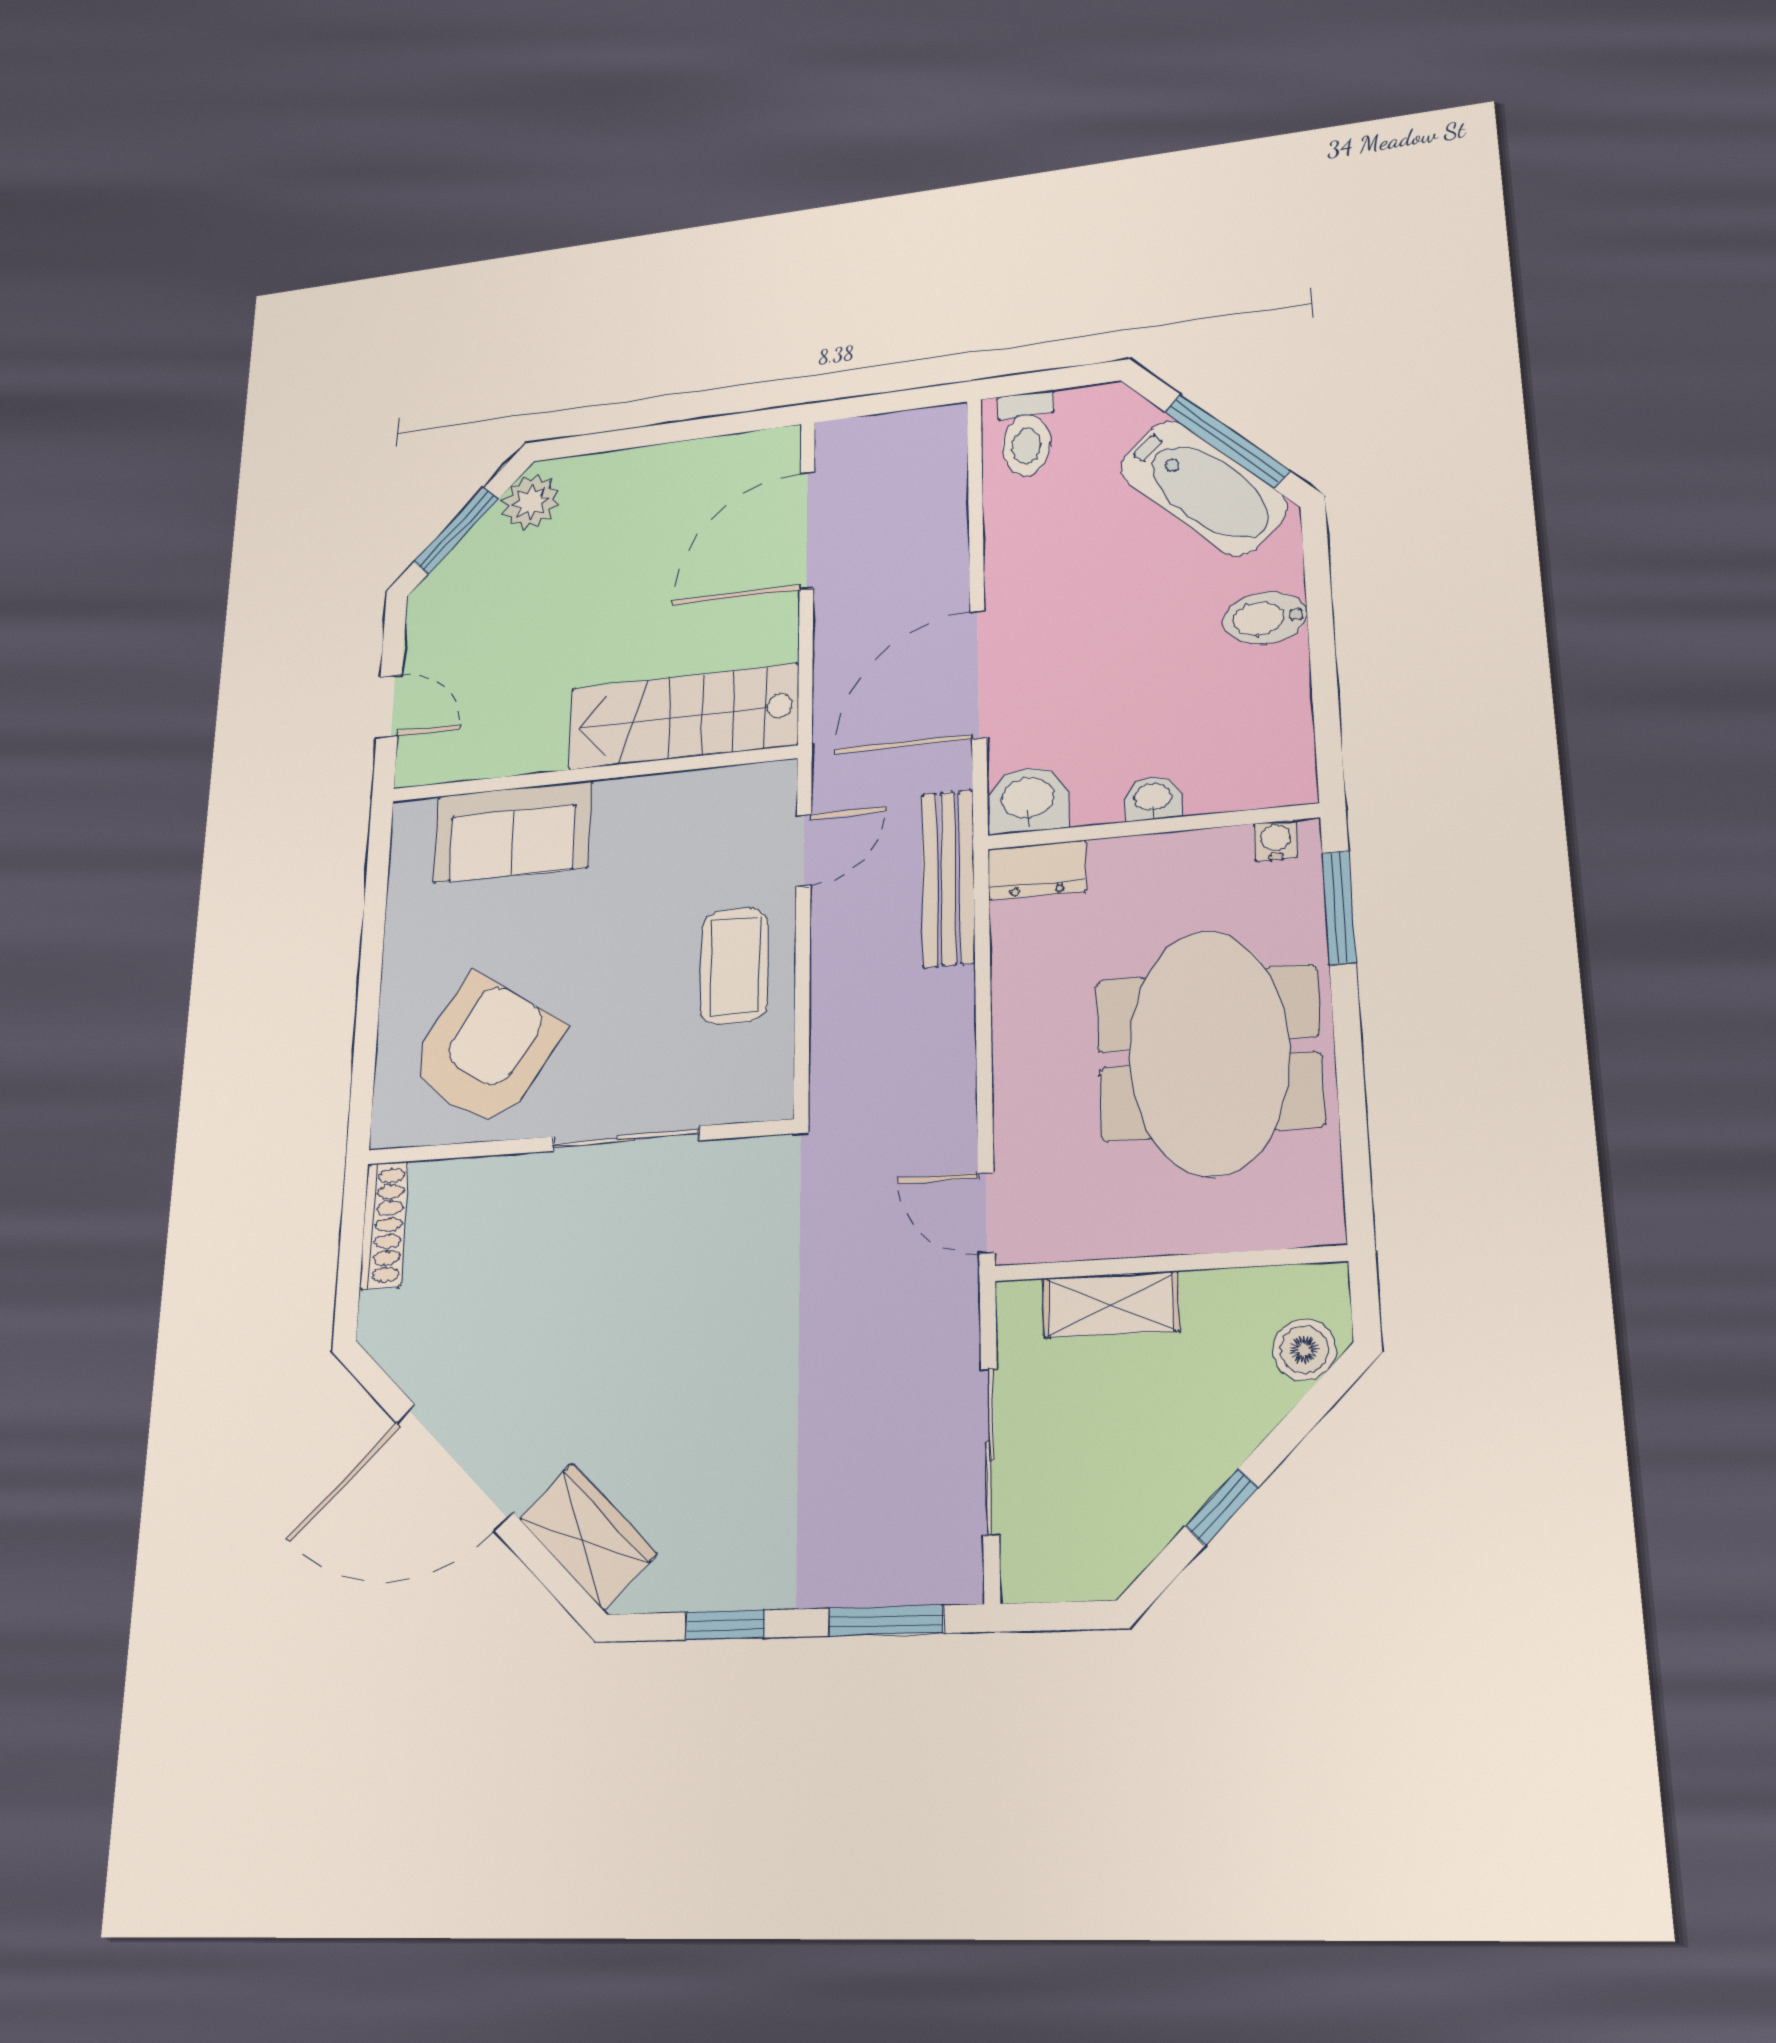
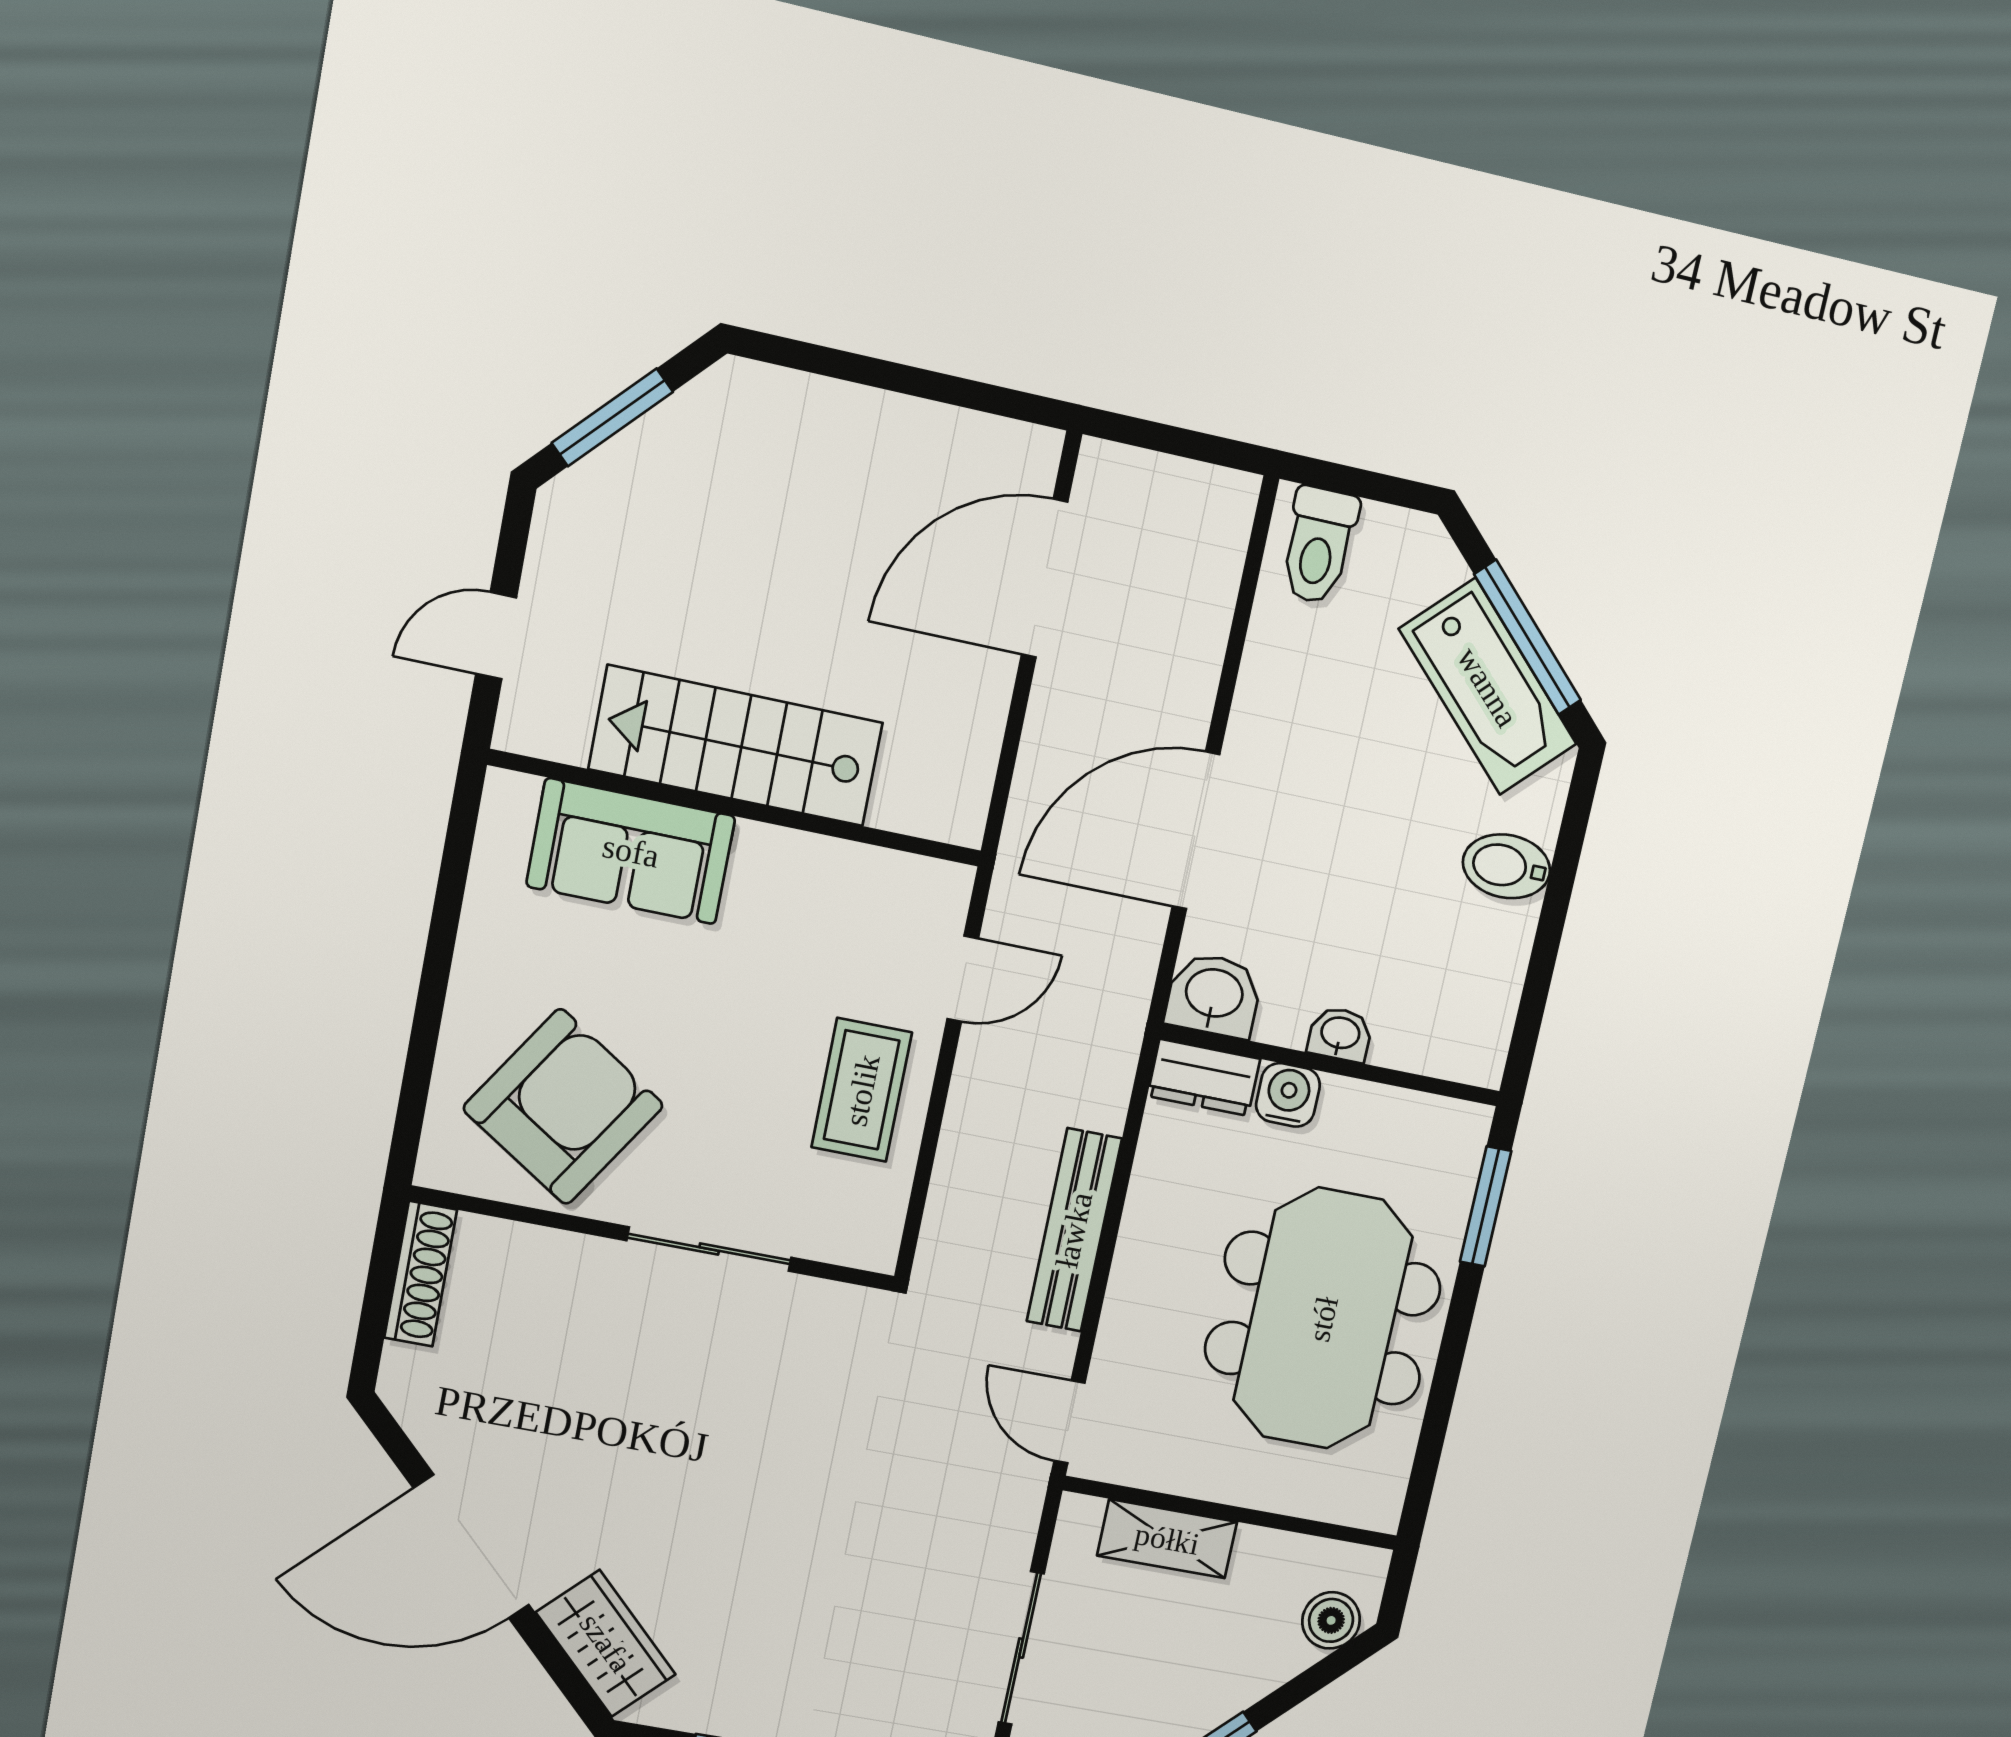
plant: (531, 502) -> (714, 412), removed
door: (389, 707) -> (496, 636), swing flipped
stairs: (683, 717) -> (736, 746), moved
water cooler: (1276, 841) -> (1288, 1095), moved, width x1.38, depth x1.38
bench: (948, 878) -> (1074, 1230), moved

